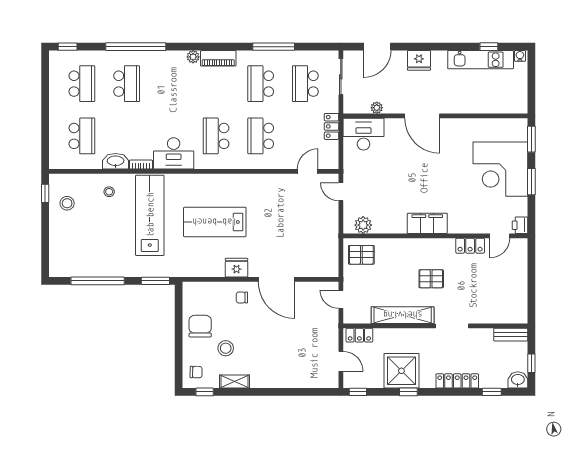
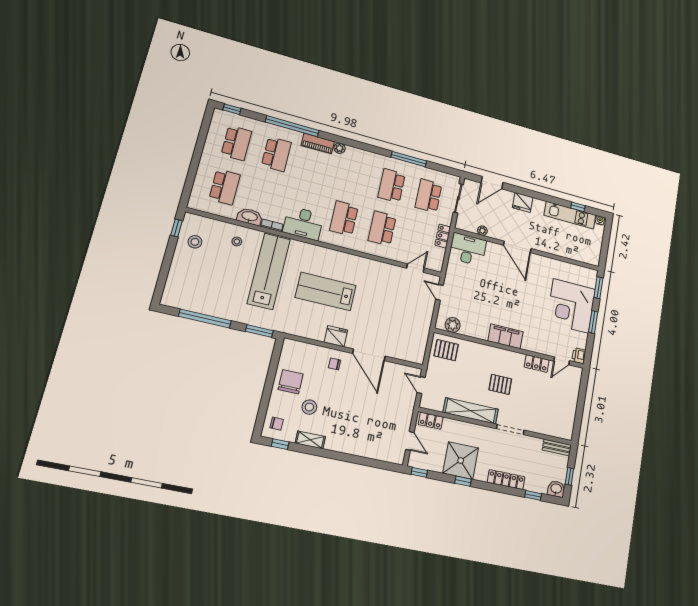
piano: (218, 58) -> (318, 143), moved

